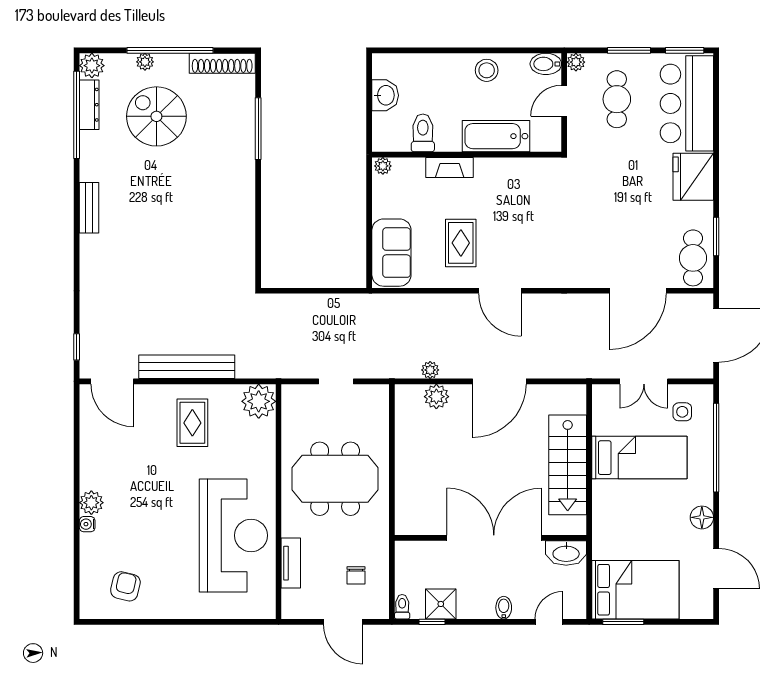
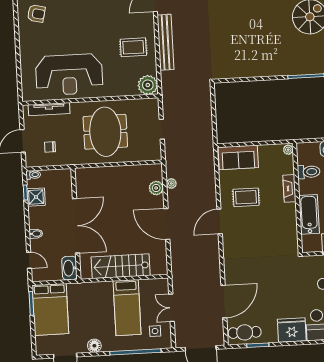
door: (638, 291) -> (224, 302), swing flipped
tv unit: (291, 563) -> (49, 109), width x1.41

